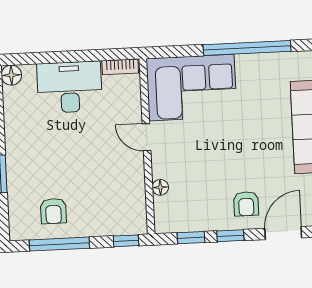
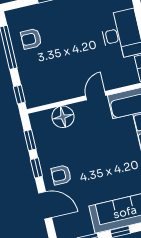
floor lamp: (160, 187) -> (63, 117), width x1.89, depth x1.89

